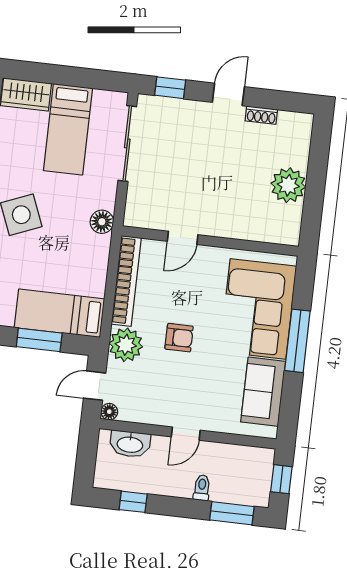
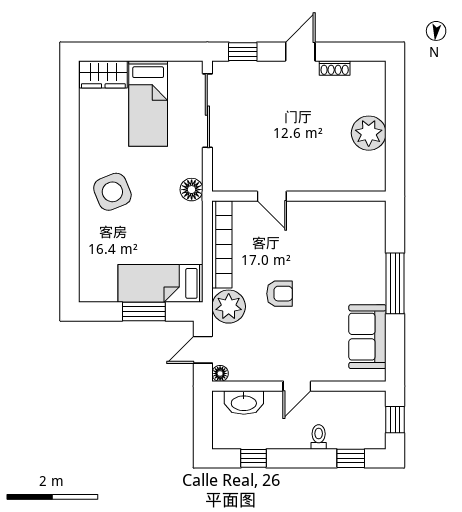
door: (183, 238) -> (272, 196), hinge flipped
corner sofa: (258, 309) -> (353, 257), removed
window: (232, 513) -> (351, 458), width x0.67

